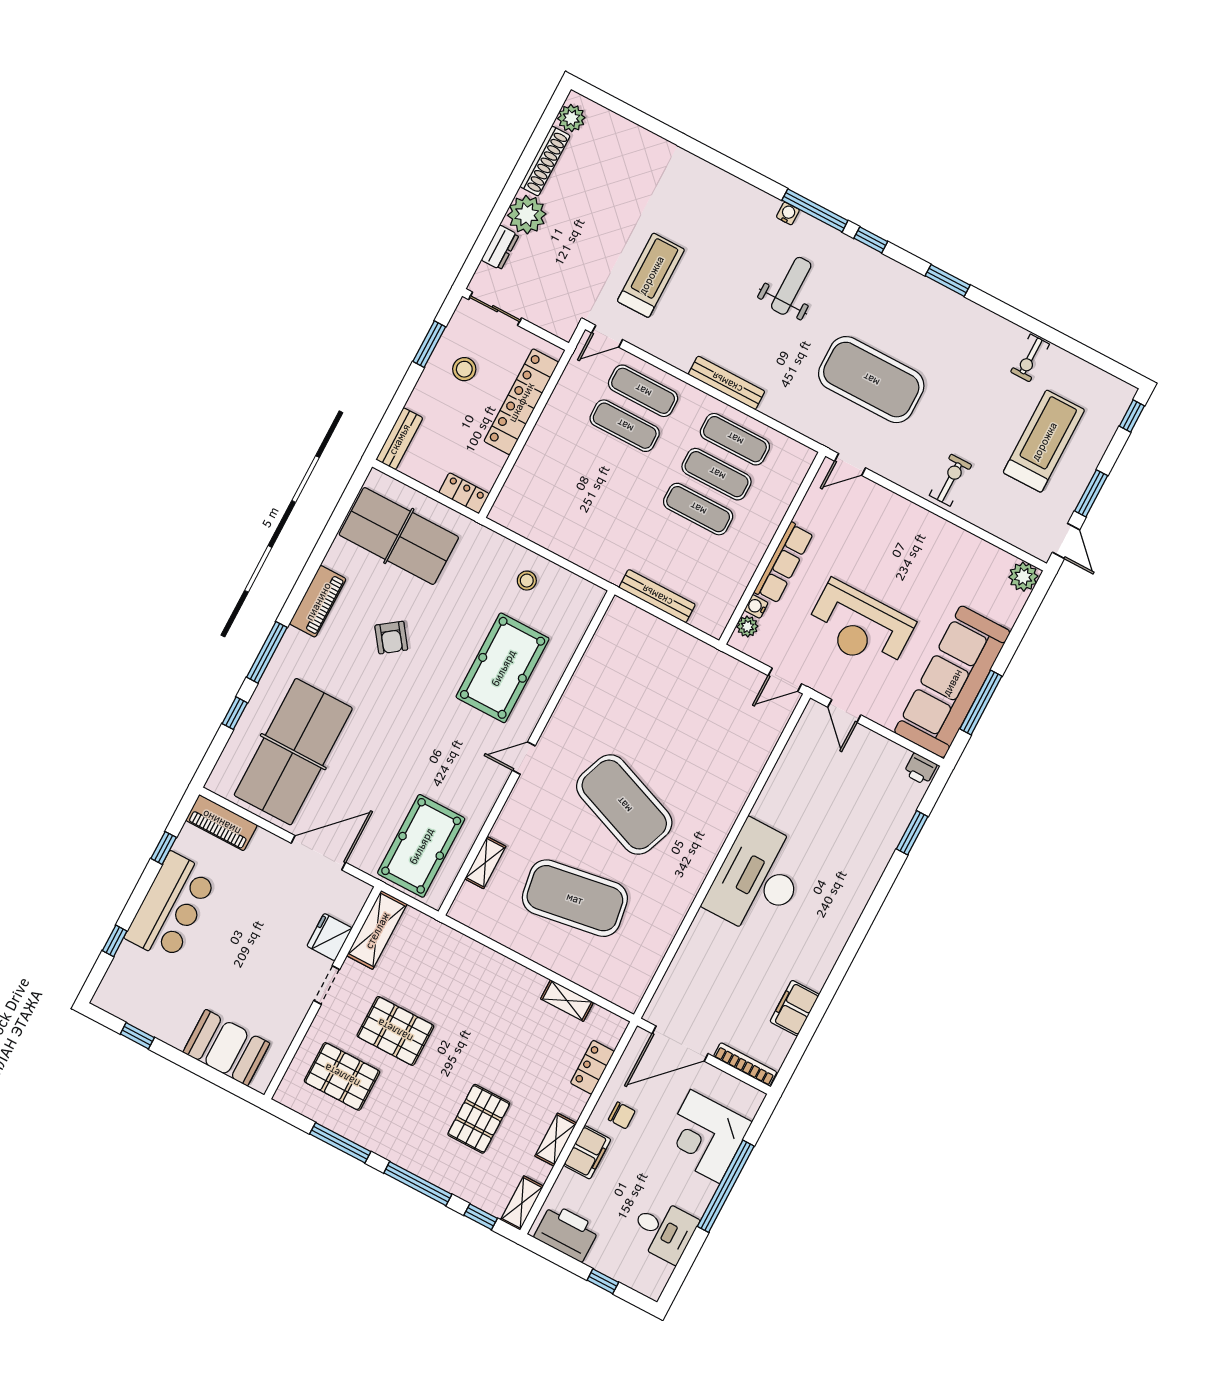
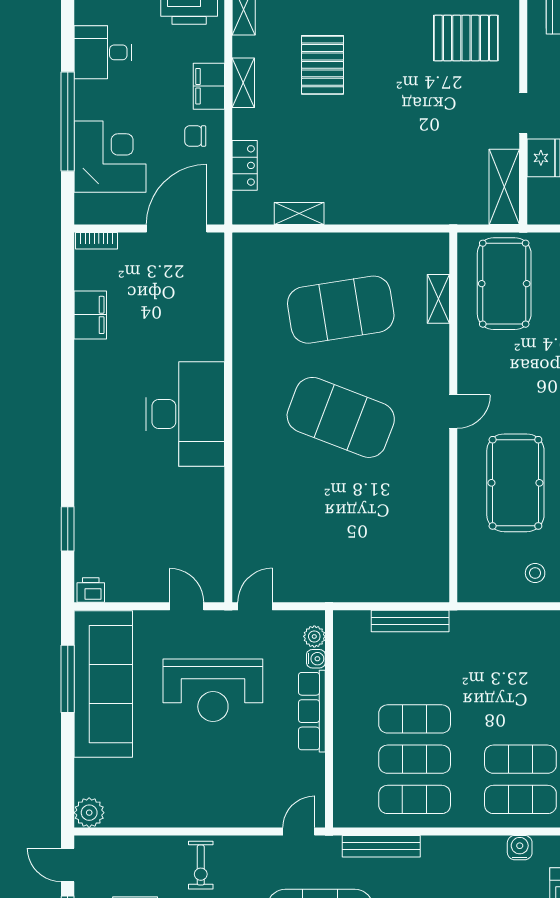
water cooler: (666, 349) -> (520, 848), added
bench: (727, 383) -> (381, 846), moved
reception desk: (860, 626) -> (213, 690), turned 180
pallet: (395, 1031) -> (439, 104), removed
bookcase: (745, 1064) -> (96, 241), width x0.64

